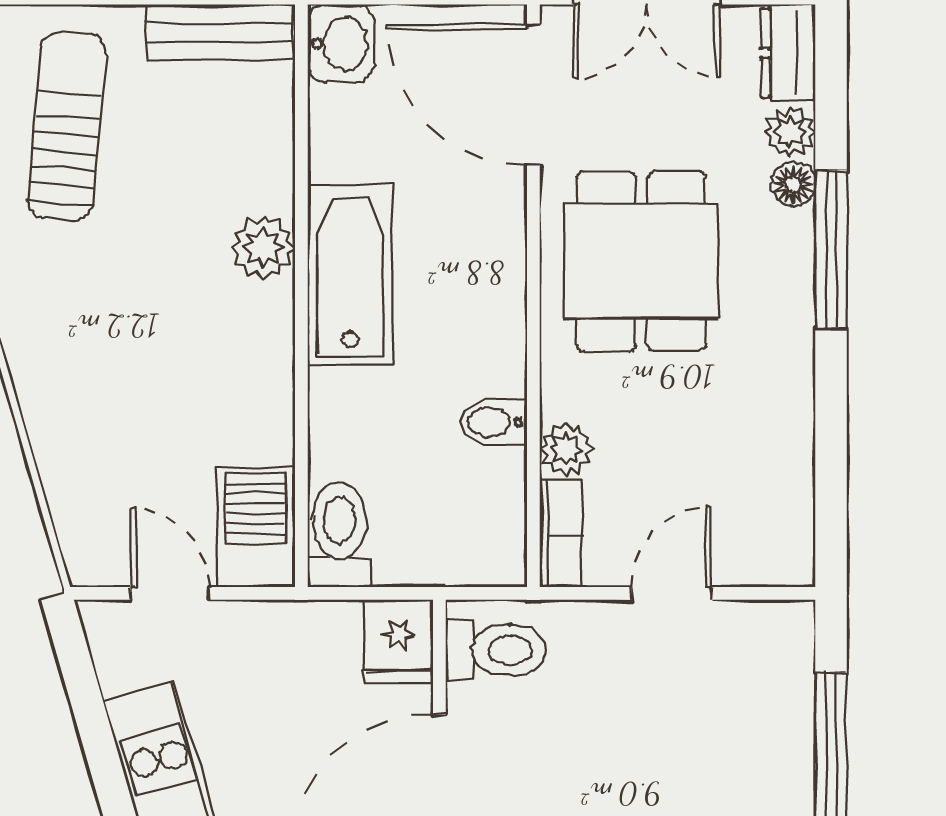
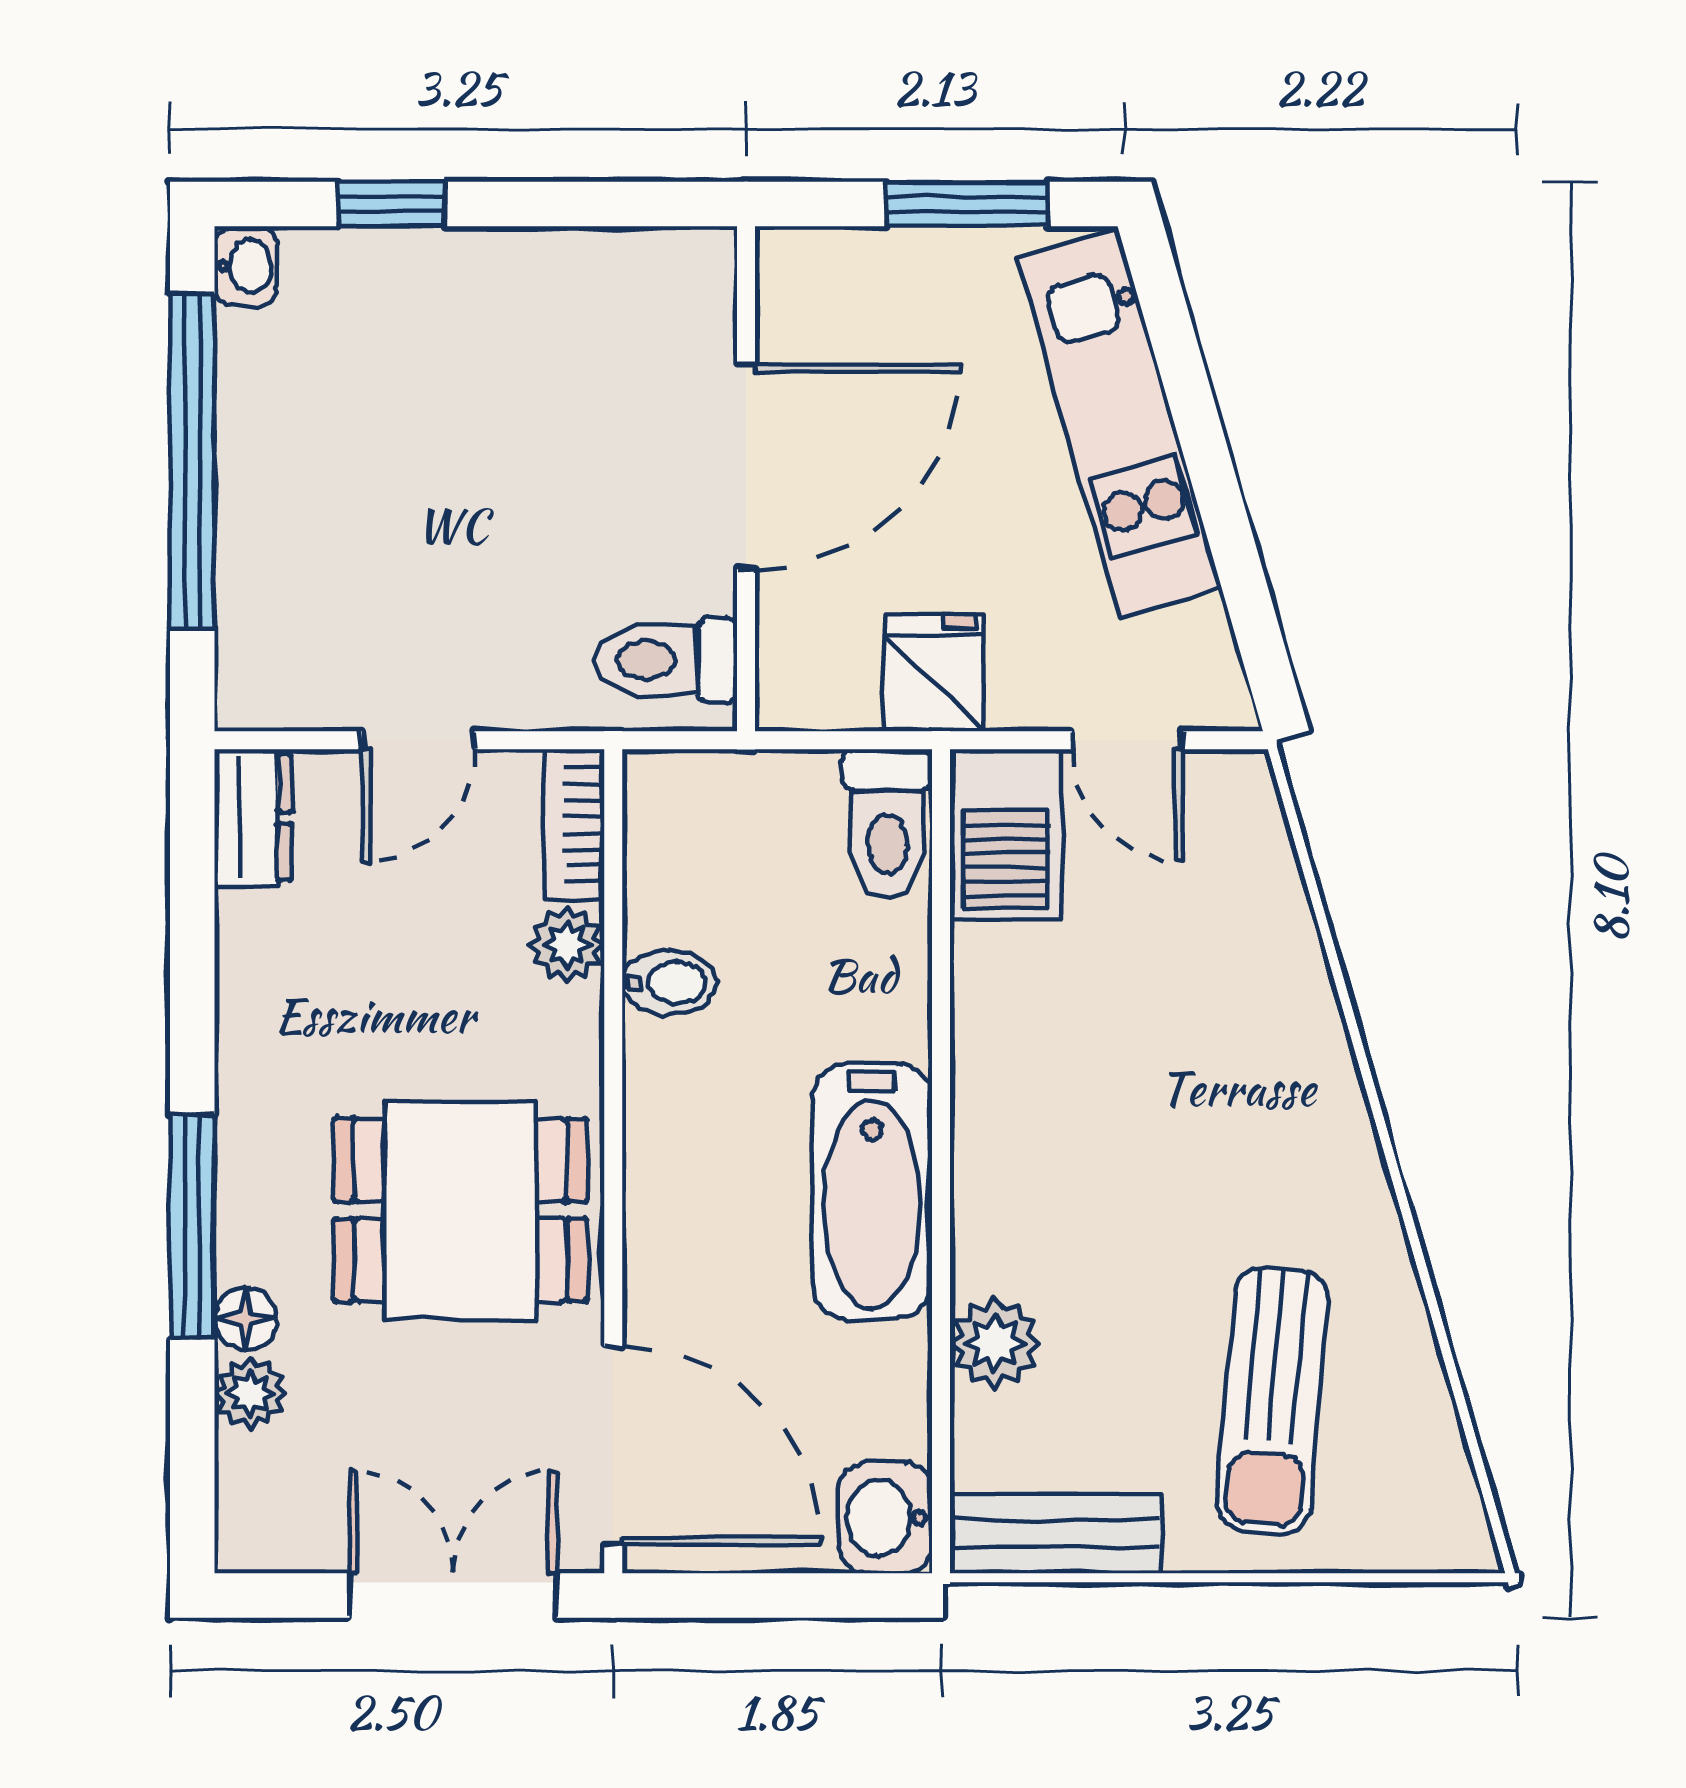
dresser: (788, 53) -> (253, 818), moved
plant: (263, 248) -> (995, 1343), moved
dining table: (641, 261) -> (460, 1210), turned 90
fridge: (398, 641) -> (934, 673), moved

